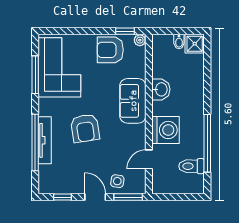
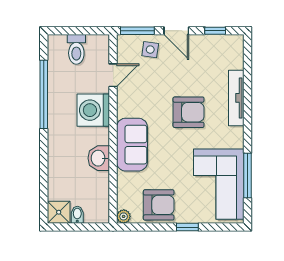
window: (125, 31) -> (187, 227), moved
armchair: (85, 128) -> (189, 112), turned 99
window: (35, 143) -> (247, 95), removed
toilet: (191, 166) -> (76, 49), moved, turned 90

